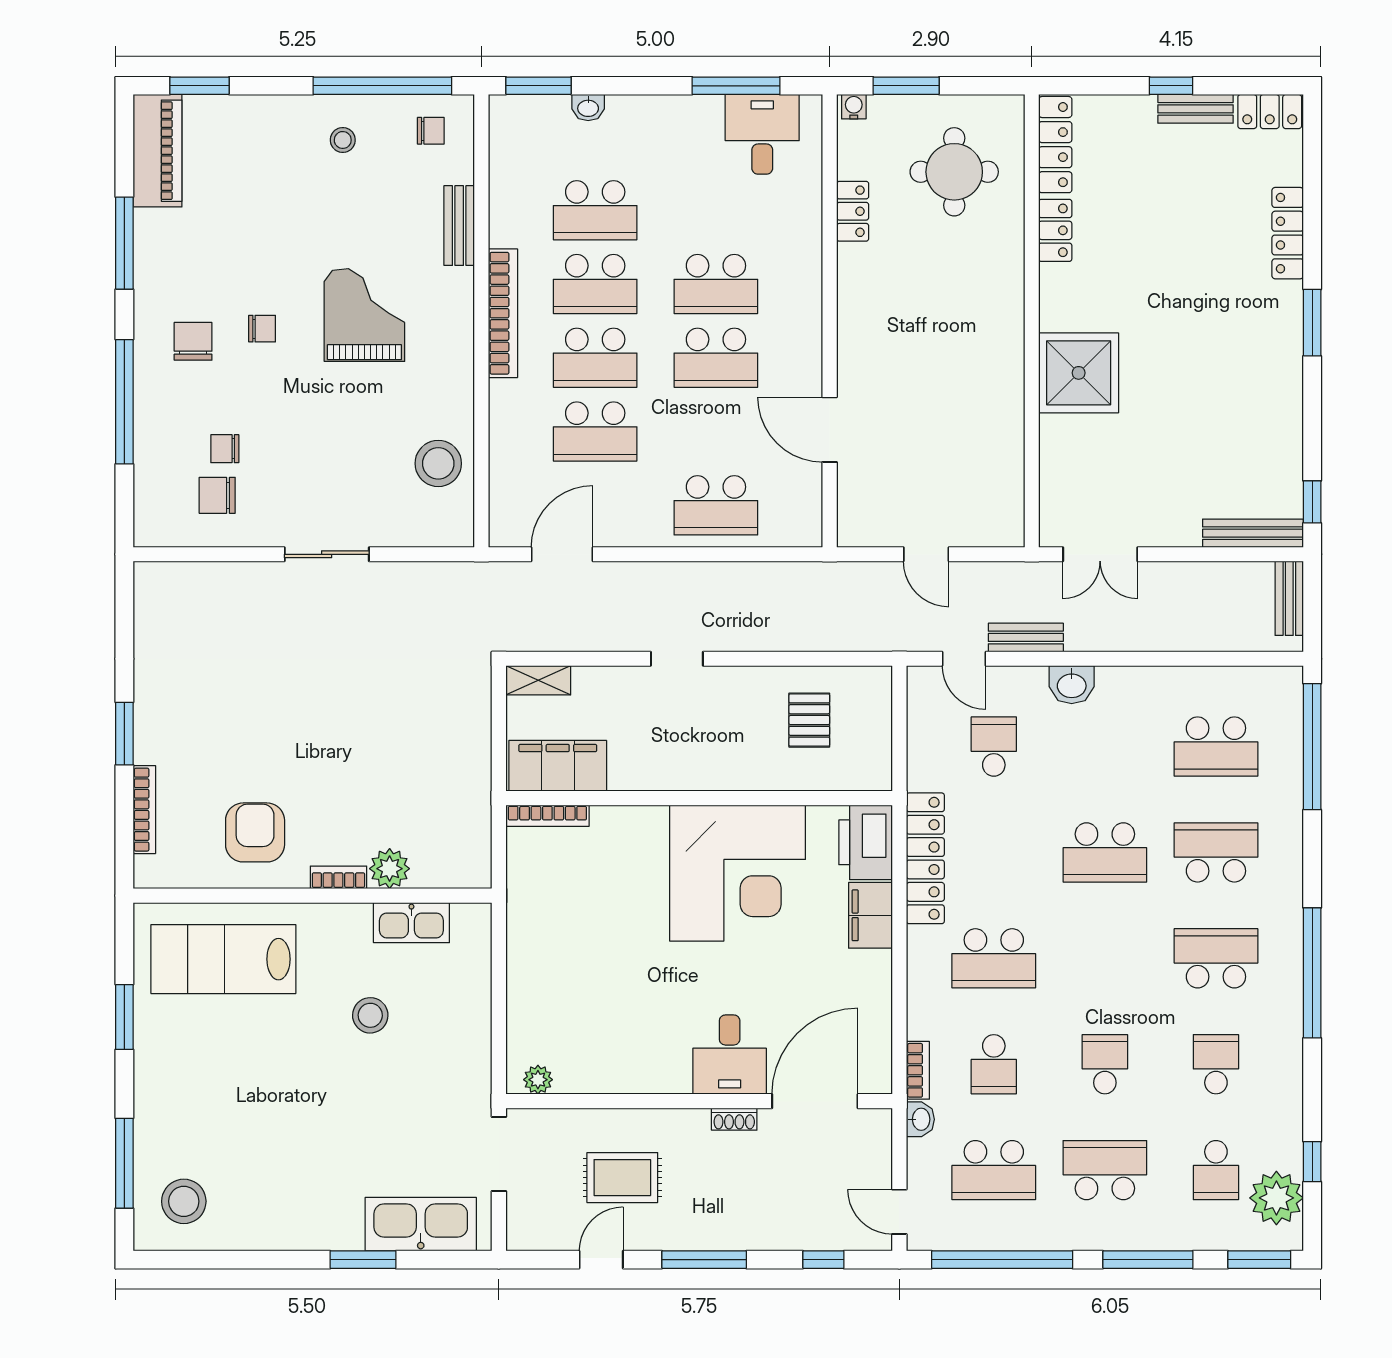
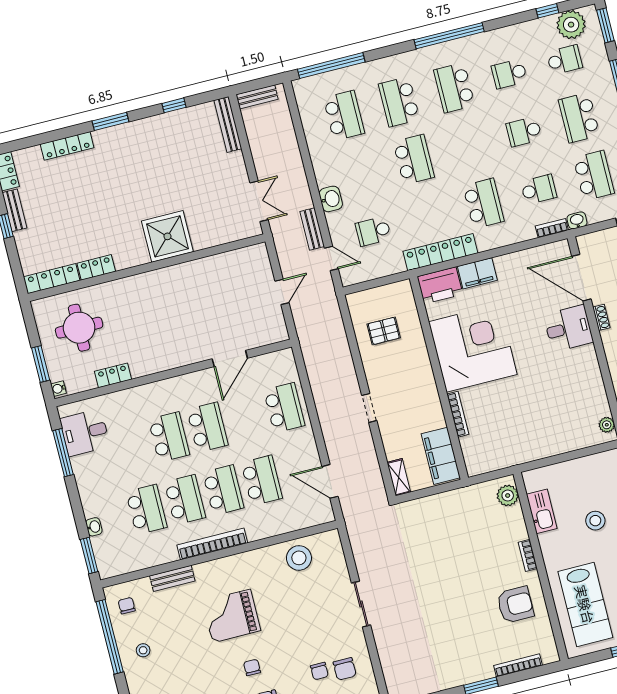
window: (1312, 502) -> (174, 105), moved
door: (964, 659) -> (331, 258), hinge flipped
bookcase: (547, 816) -> (458, 414), moved
armchair: (255, 832) -> (515, 605), turned 180
plant: (390, 869) -> (508, 496), moved

